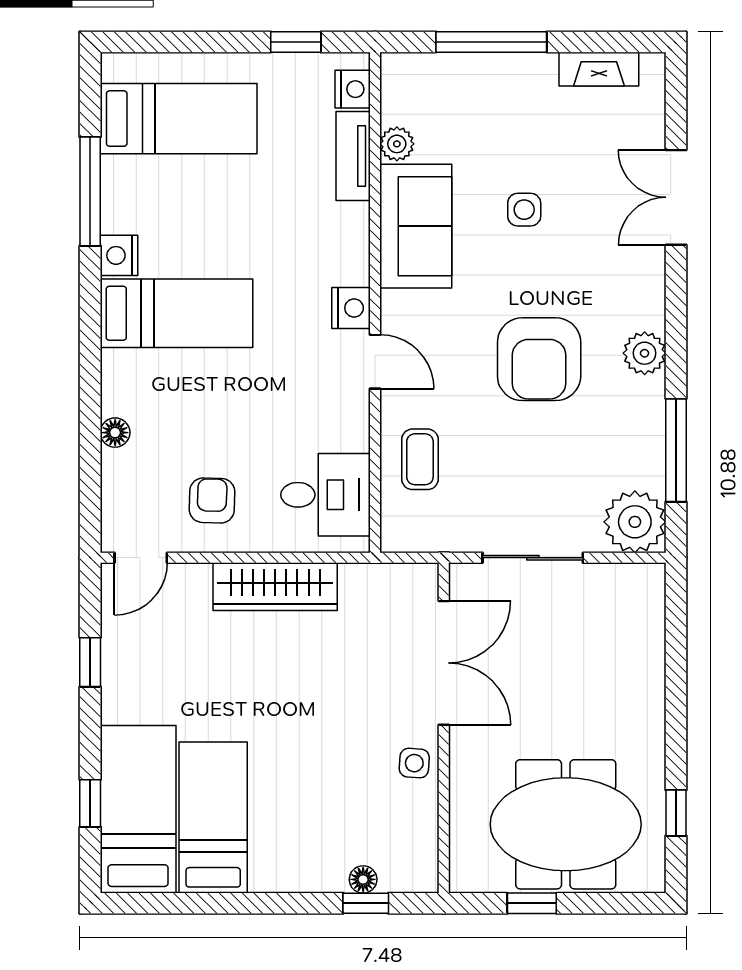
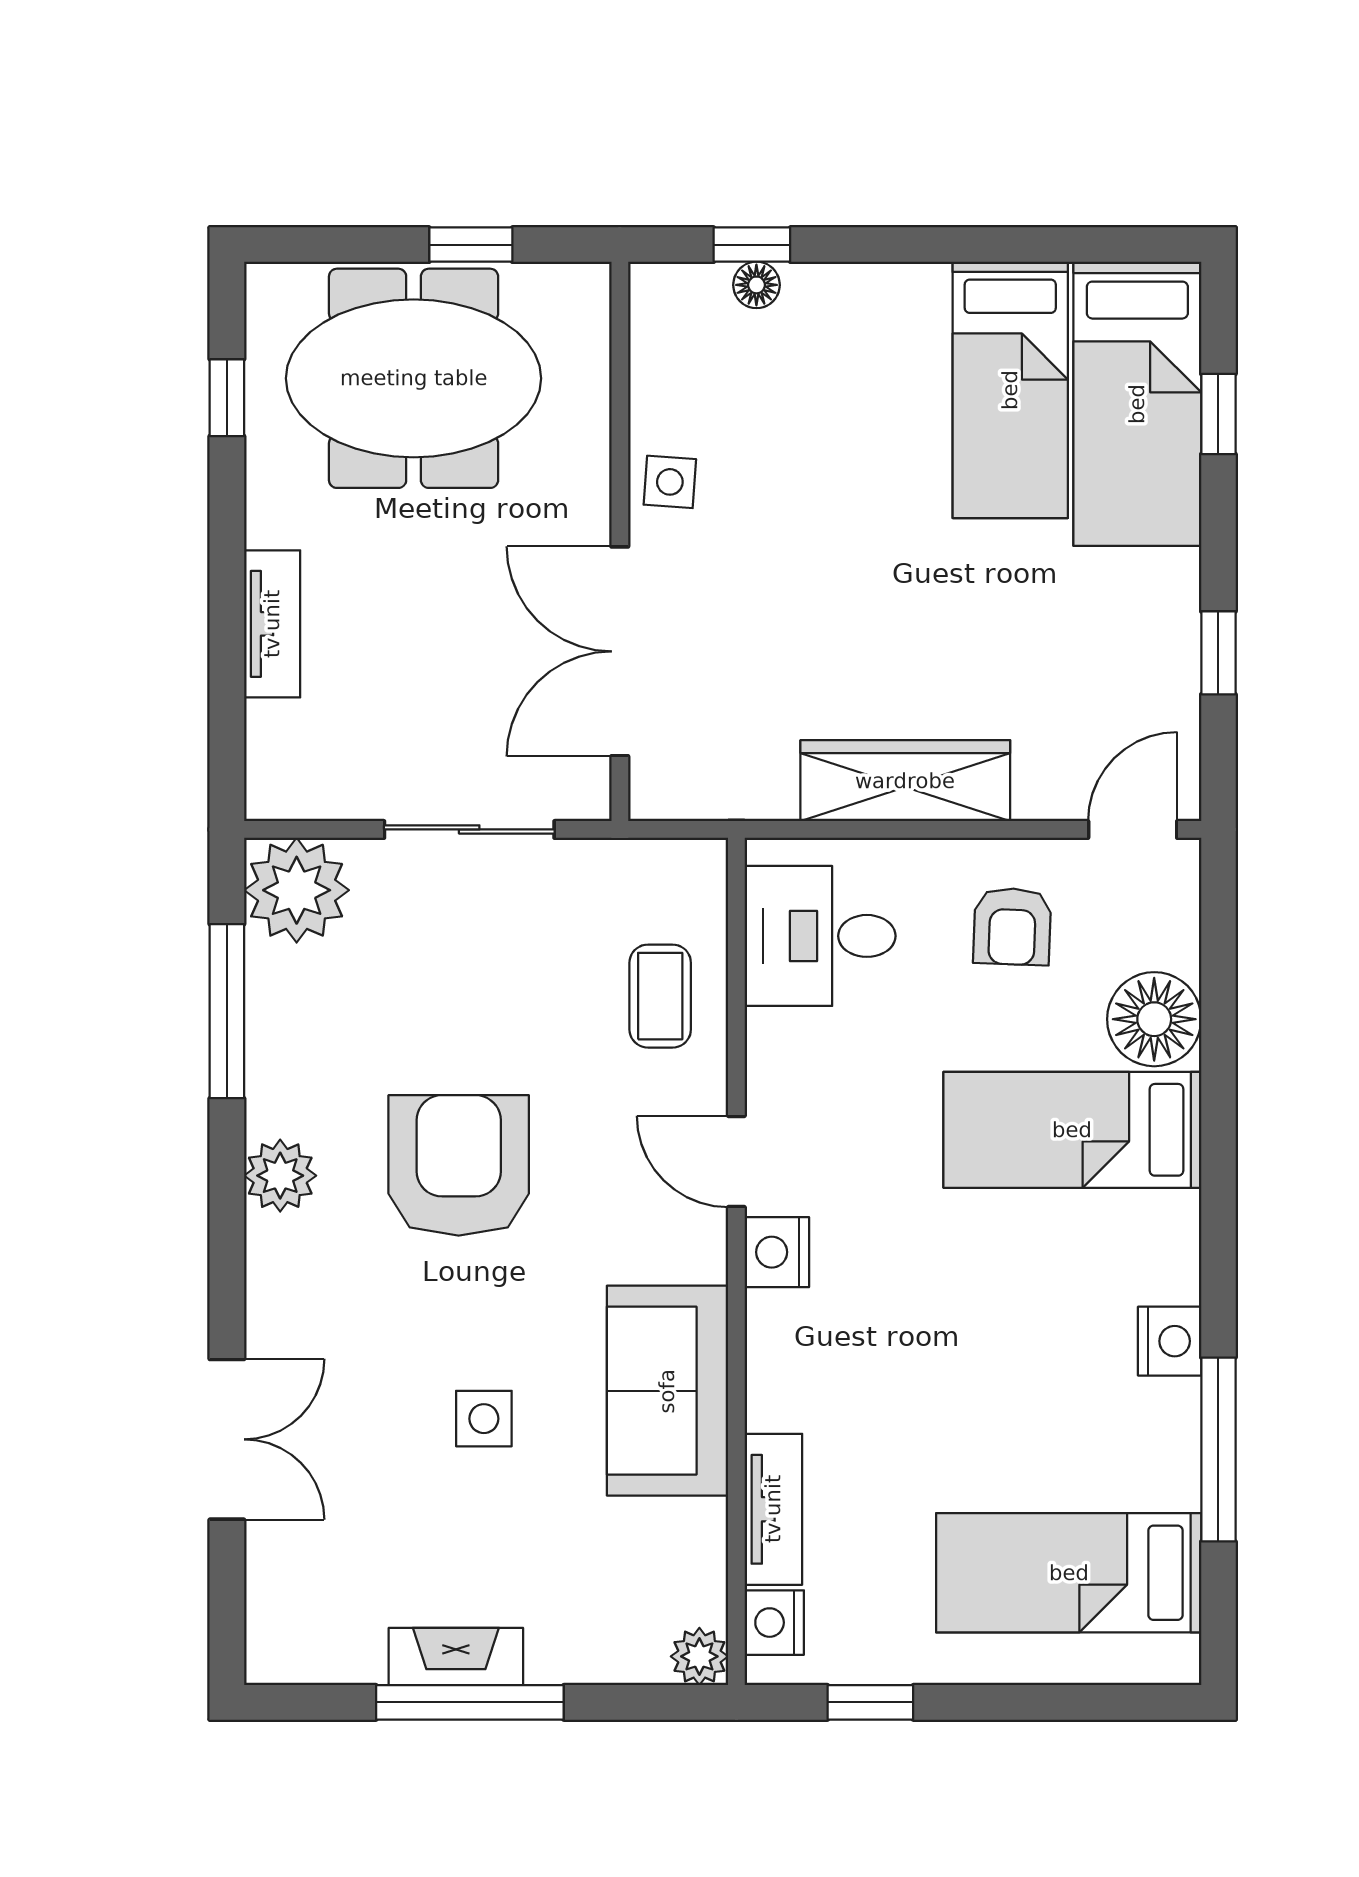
window: (491, 42) -> (470, 1702), moved
fireplace: (599, 69) -> (456, 1657), moved
plant: (397, 144) -> (699, 1656), moved
bed: (176, 313) -> (1072, 1130), moved
floor lamp: (115, 433) -> (1154, 1019), width x1.89, depth x1.89
tv unit: (649, 679) -> (272, 624), added

